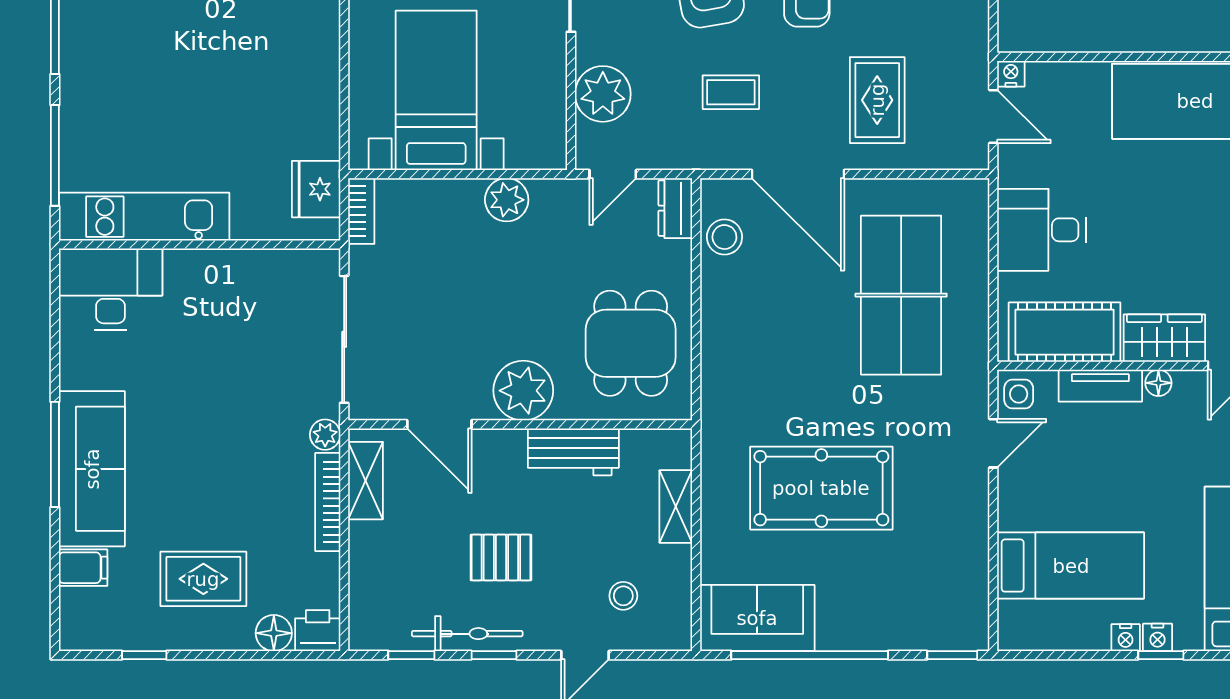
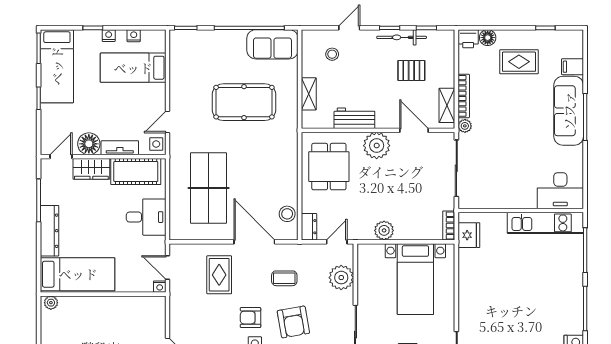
floor lamp: (1158, 383) -> (89, 144), width x1.89, depth x1.89
pallet: (501, 558) -> (411, 70), moved
nightstand: (1158, 637) -> (134, 36), moved

